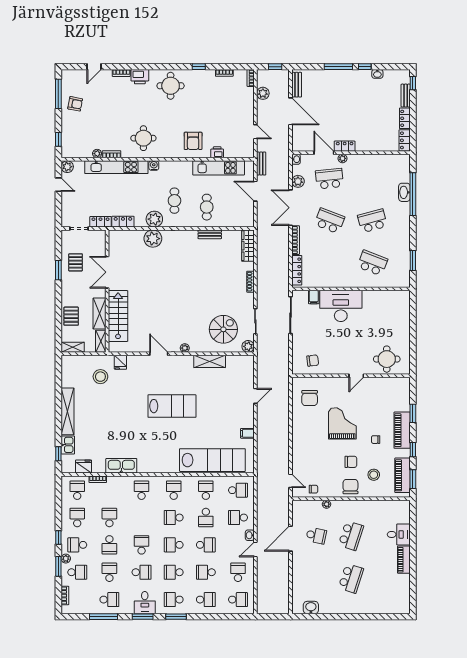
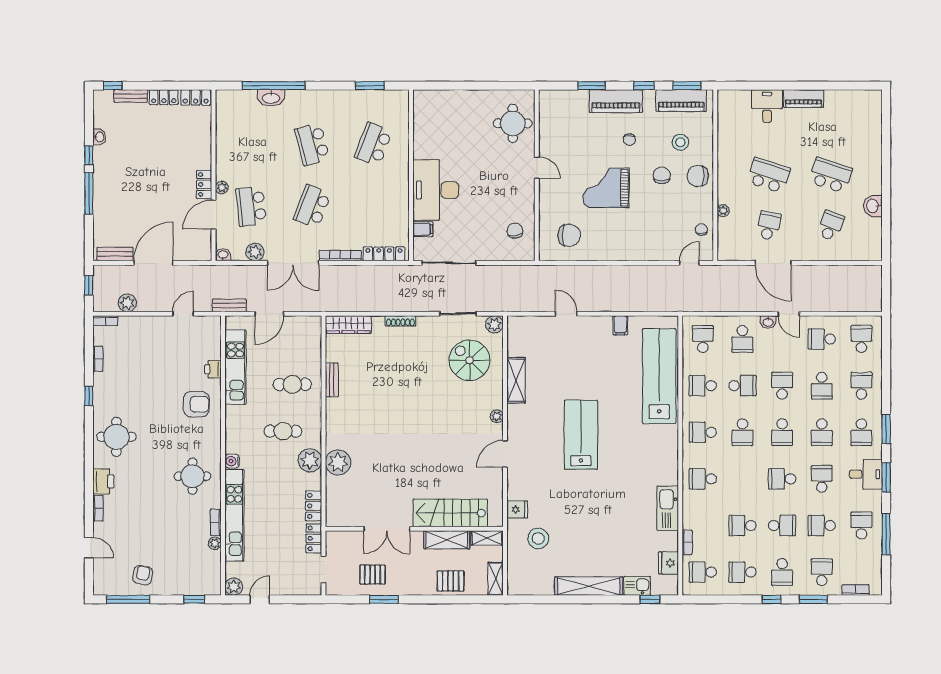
plant: (66, 559) -> (802, 589), removed
school desk: (316, 578) -> (831, 226), added
washbasin: (311, 608) -> (873, 206), moved

